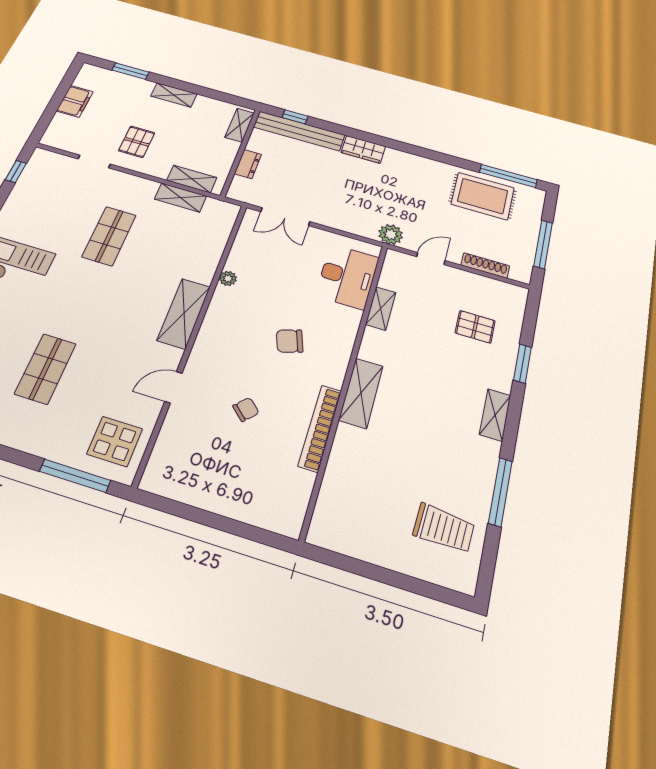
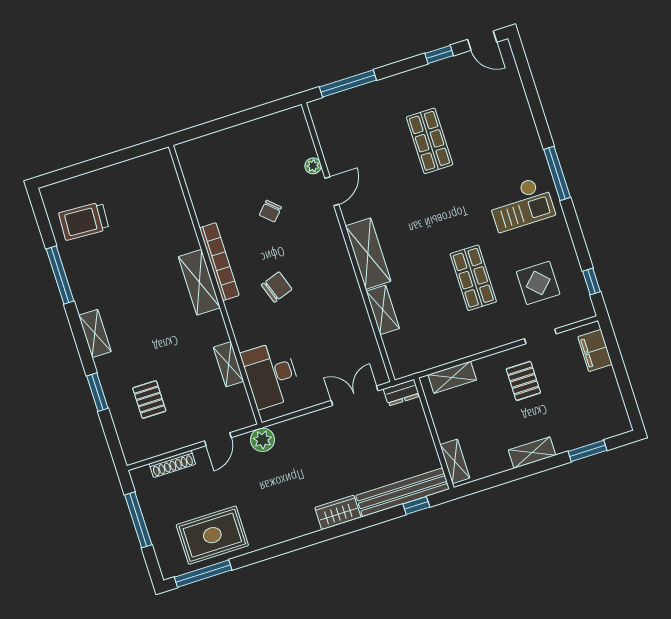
filing cabinet: (75, 101) -> (595, 351), moved
dresser: (248, 164) -> (401, 393), moved, turned -90
shelving: (180, 197) -> (383, 310), moved, turned 90
plant: (228, 278) -> (313, 166), moved
pallet: (475, 327) -> (149, 400), turned 90
bookcase: (320, 428) -> (219, 262), moved
display table: (115, 441) -> (538, 283), moved

